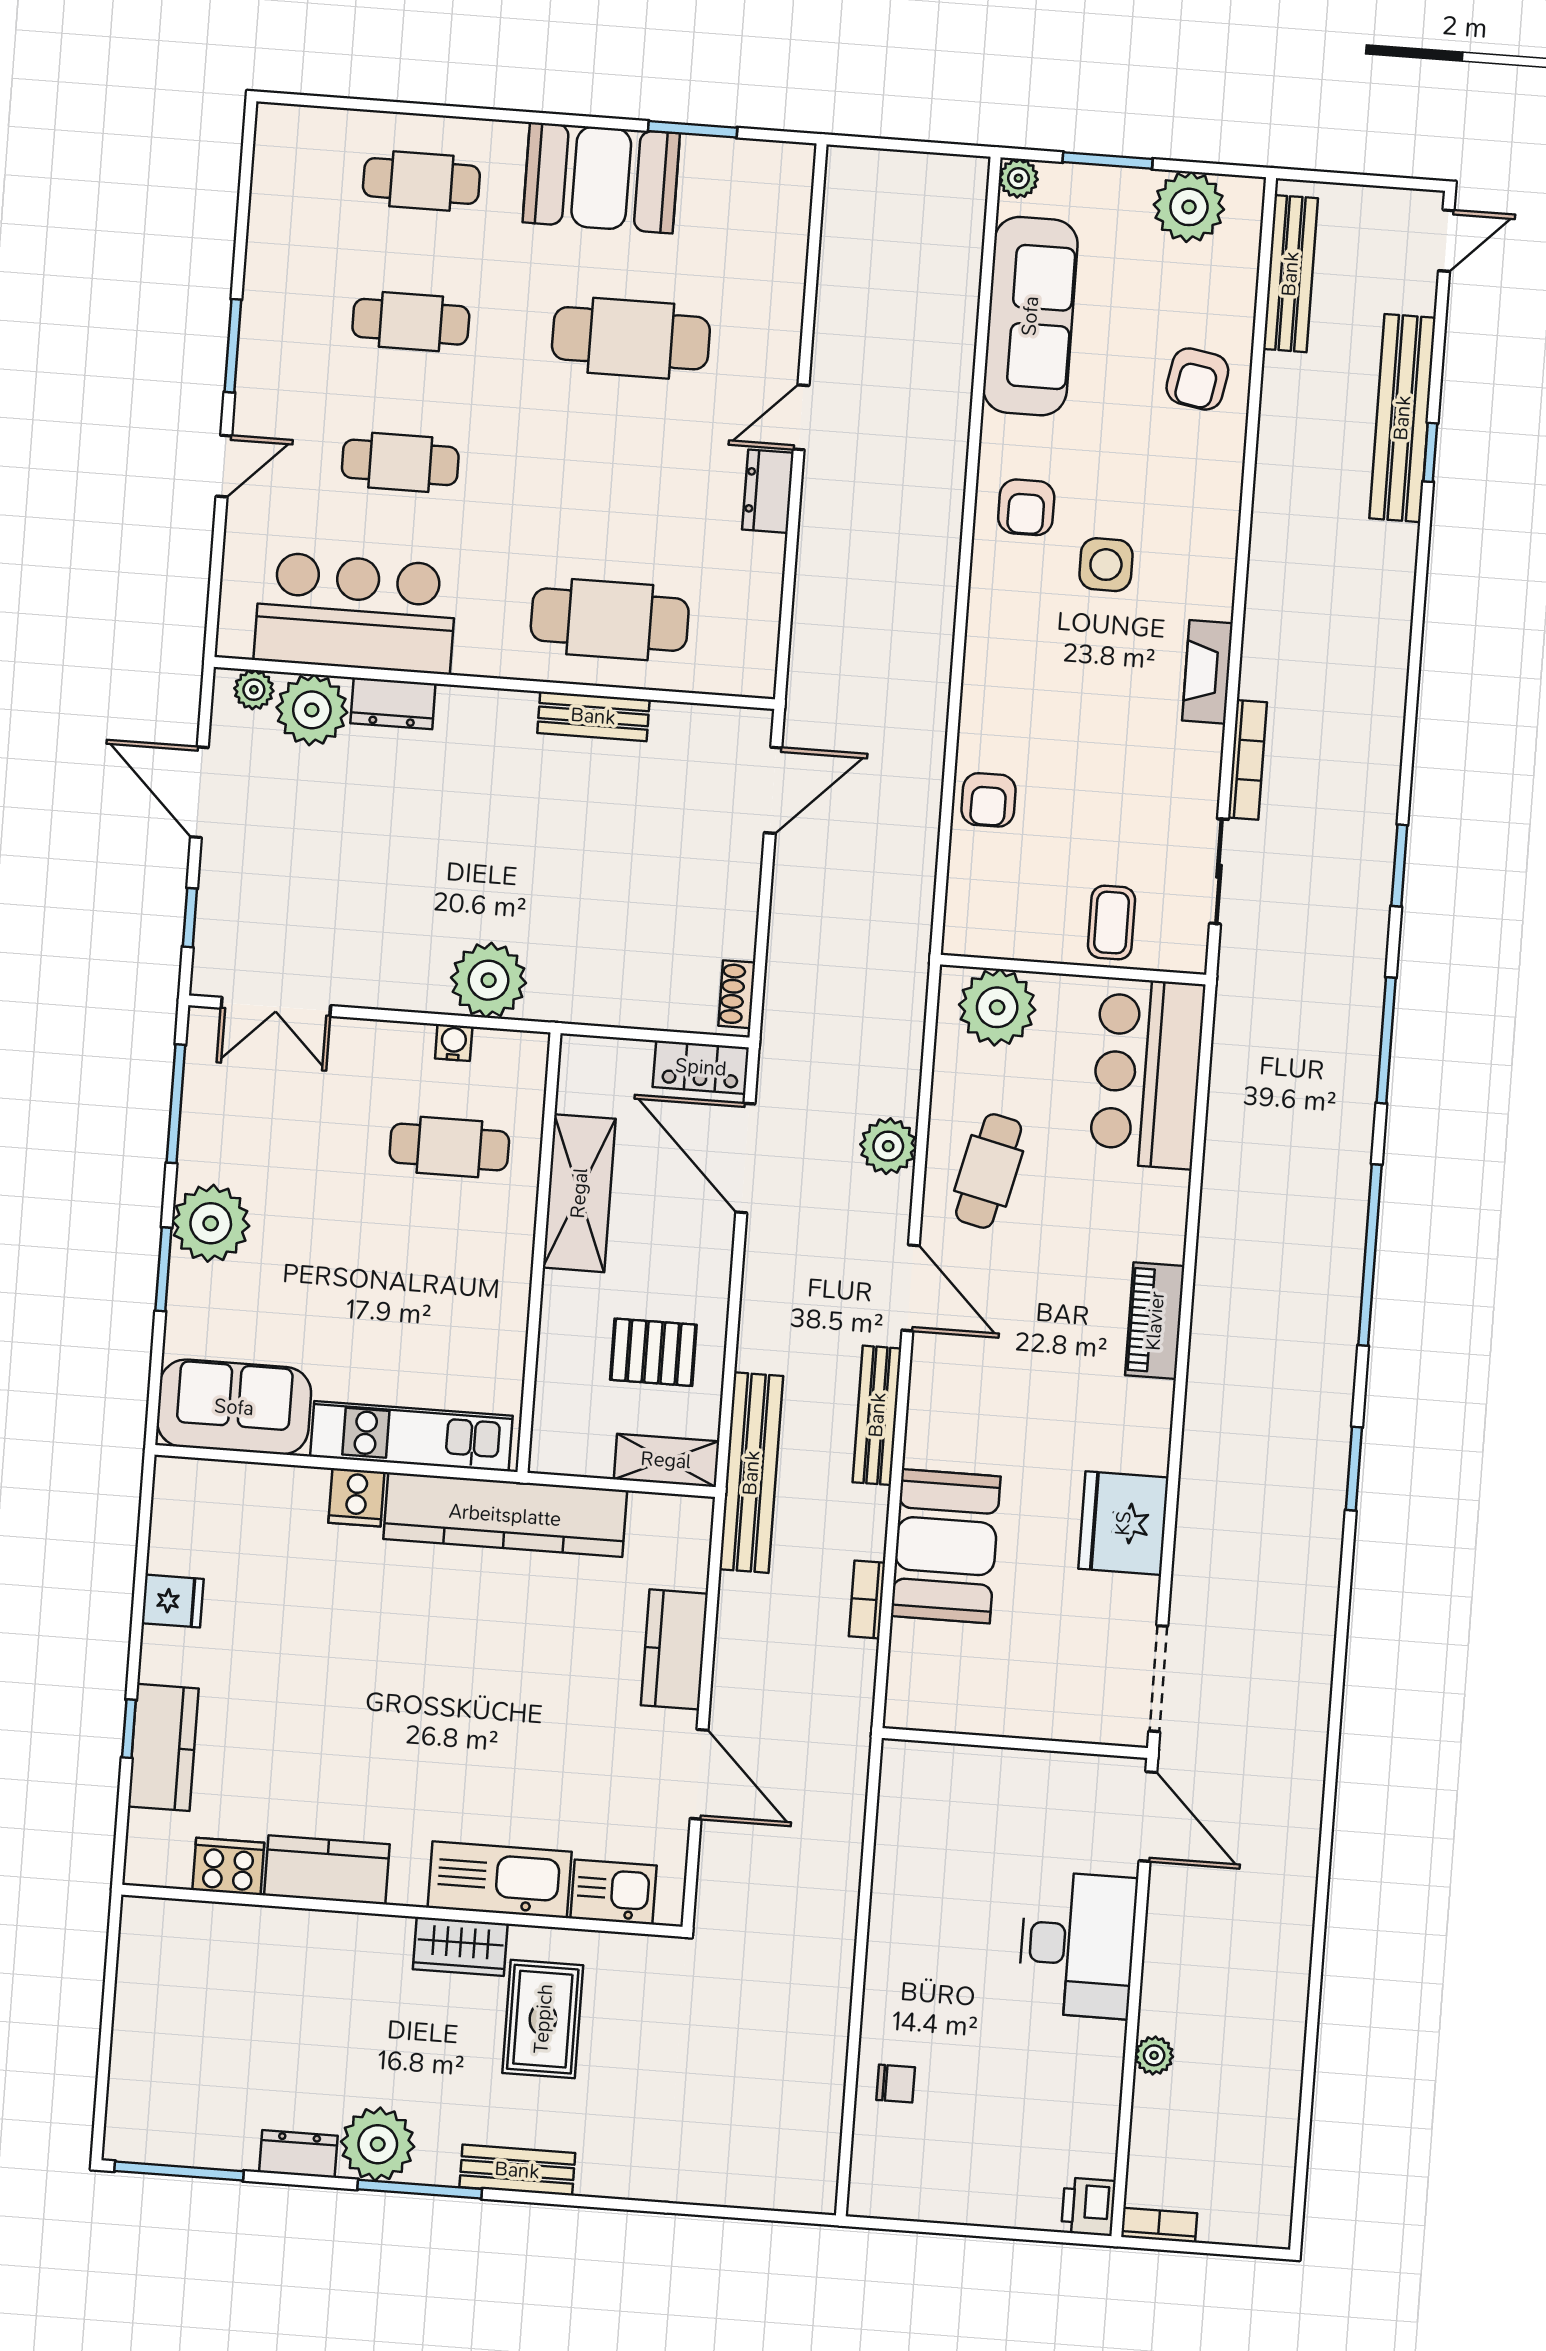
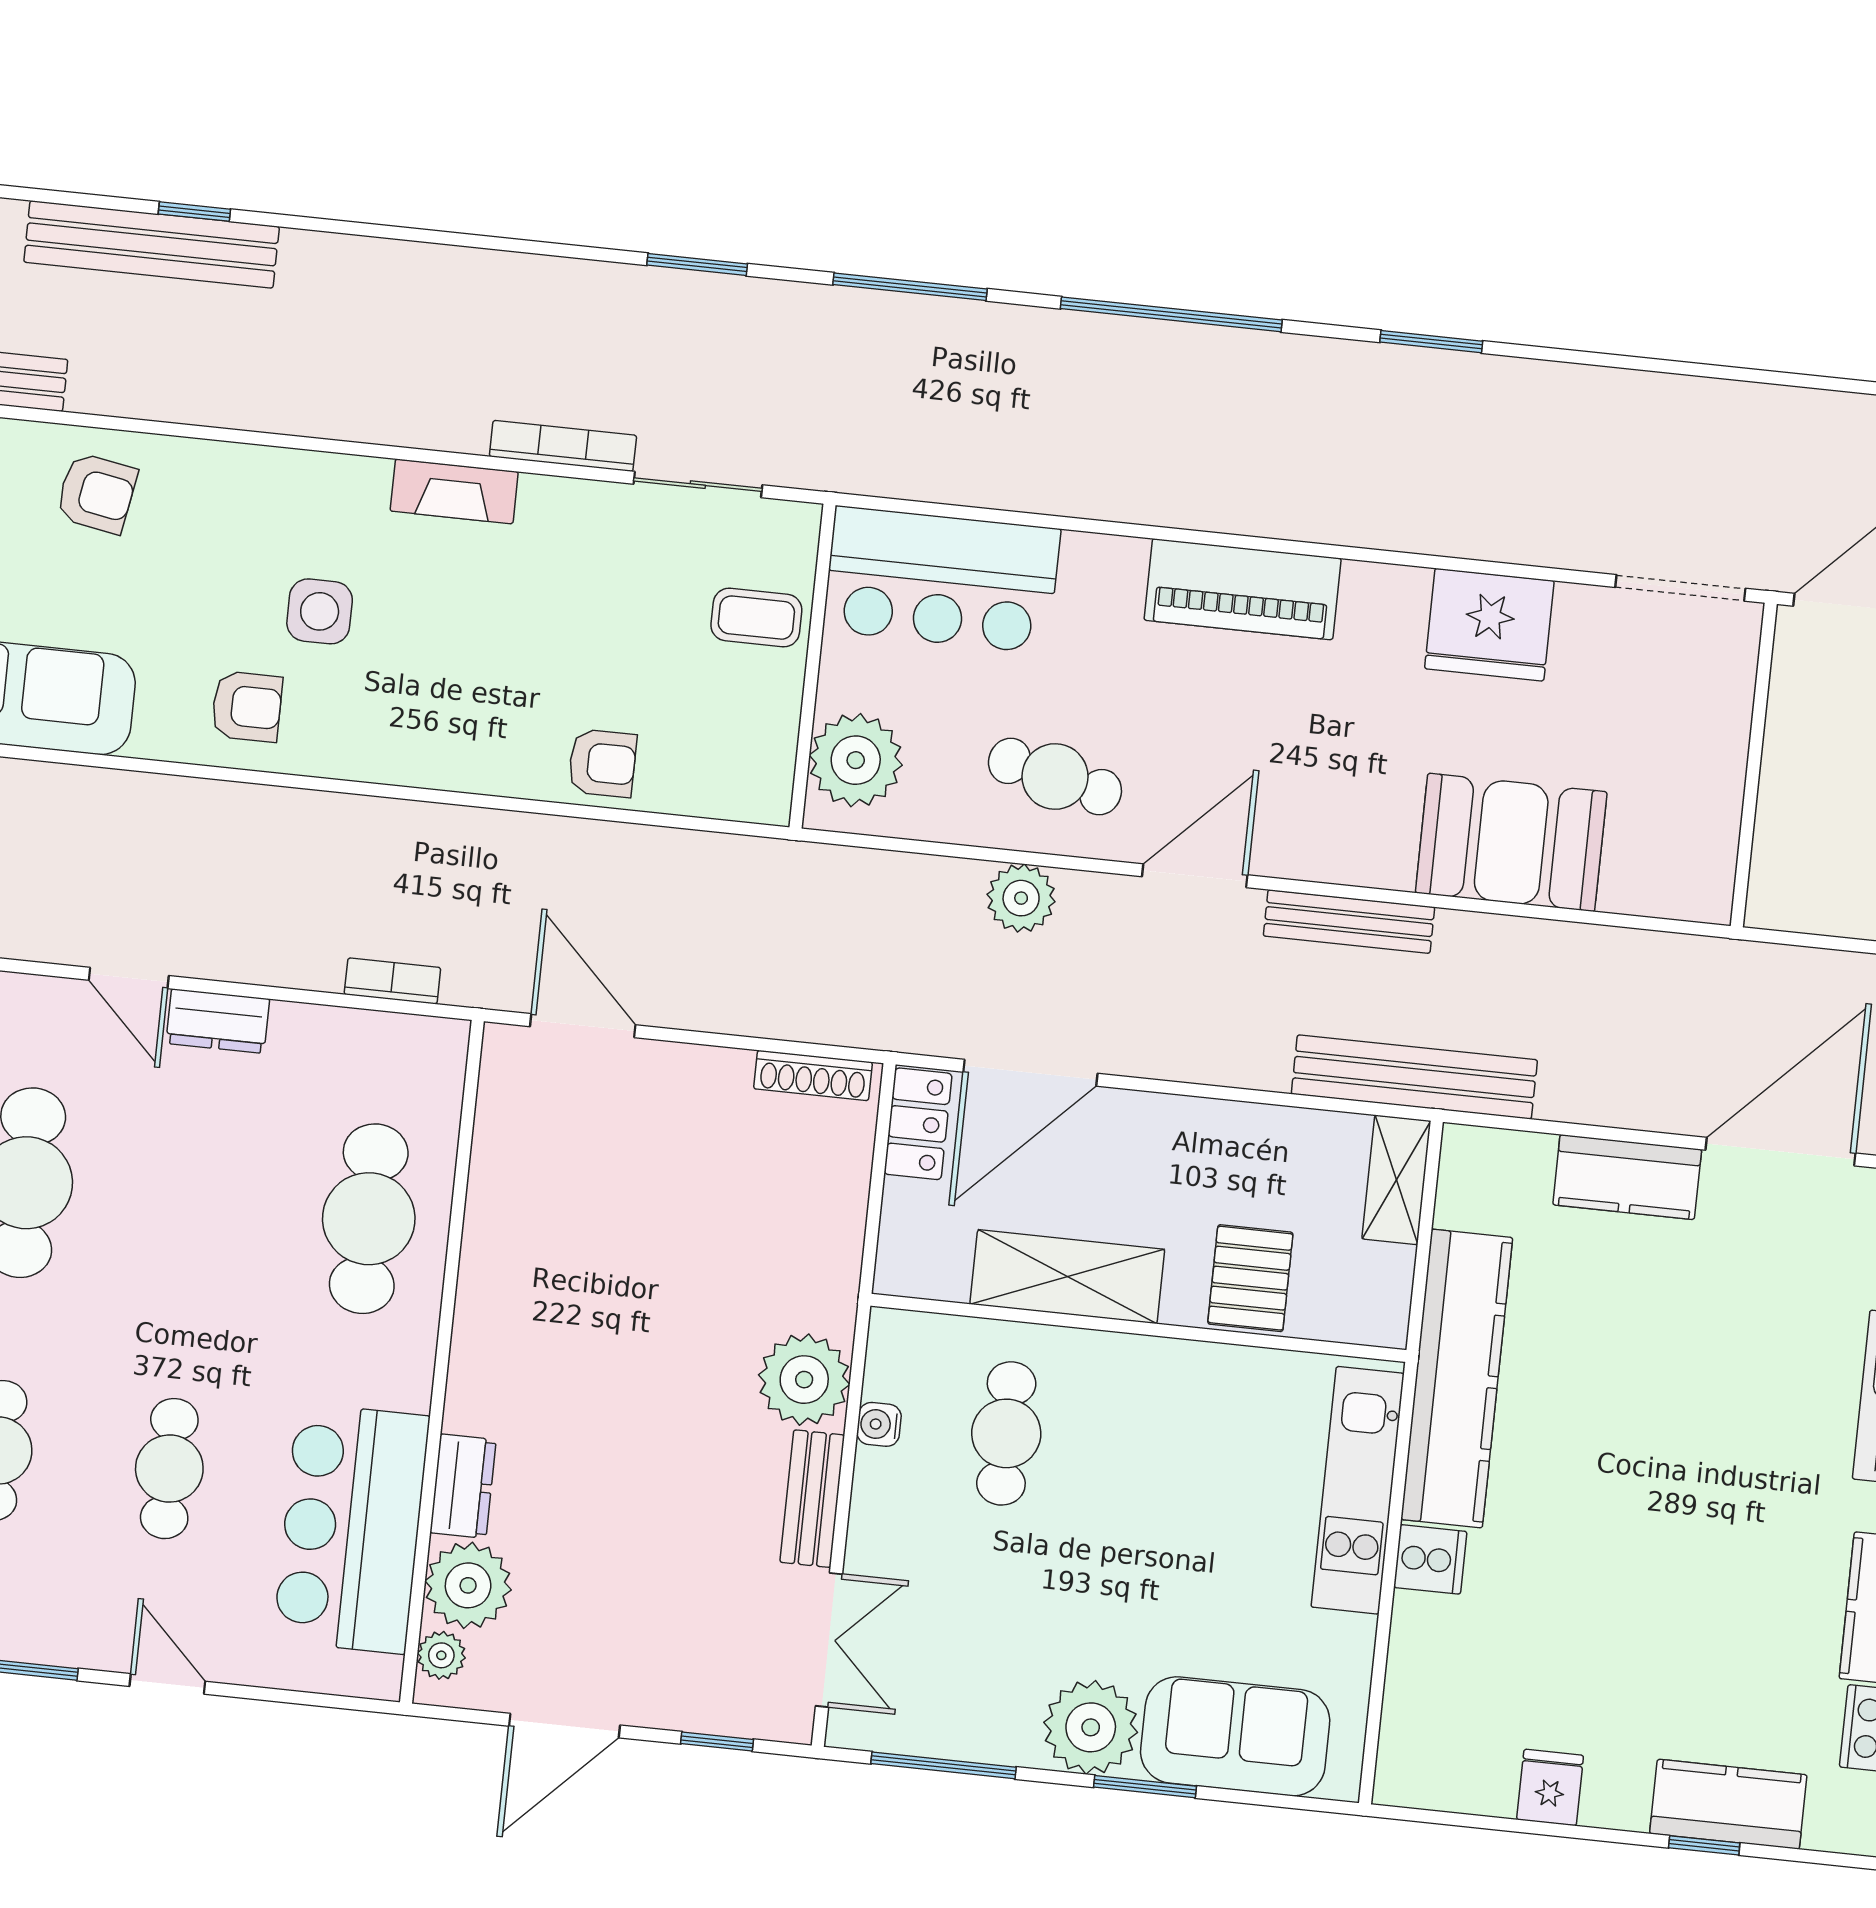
bench: (593, 716) -> (812, 1499), moved
shoe rack: (737, 994) -> (813, 1075), width x1.43
piano: (1155, 1321) -> (1243, 589), width x1.37, depth x1.33
pallet: (653, 1352) -> (1250, 1278), moved
sofa: (234, 1407) -> (1235, 1736), moved, turned 90
bookcase: (867, 1599) -> (392, 981), moved, turned 180
door: (699, 1774) -> (1780, 1152), width x1.36

